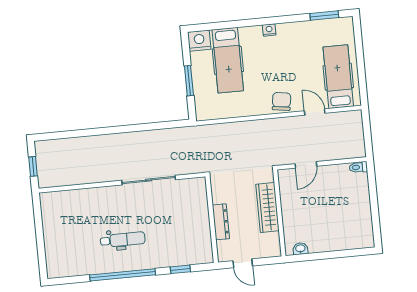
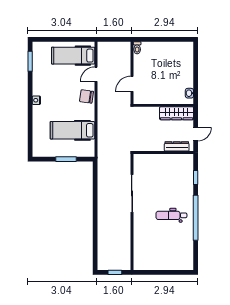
nightstand: (199, 41) -> (39, 149), removed
hospital bed: (228, 60) -> (72, 130), moved, turned 180
door: (306, 165) -> (132, 84), swing flipped
wardrobe: (267, 208) -> (177, 113), moved
dresser: (221, 222) -> (177, 146), moved
dental chair: (123, 240) -> (171, 215), turned -90

